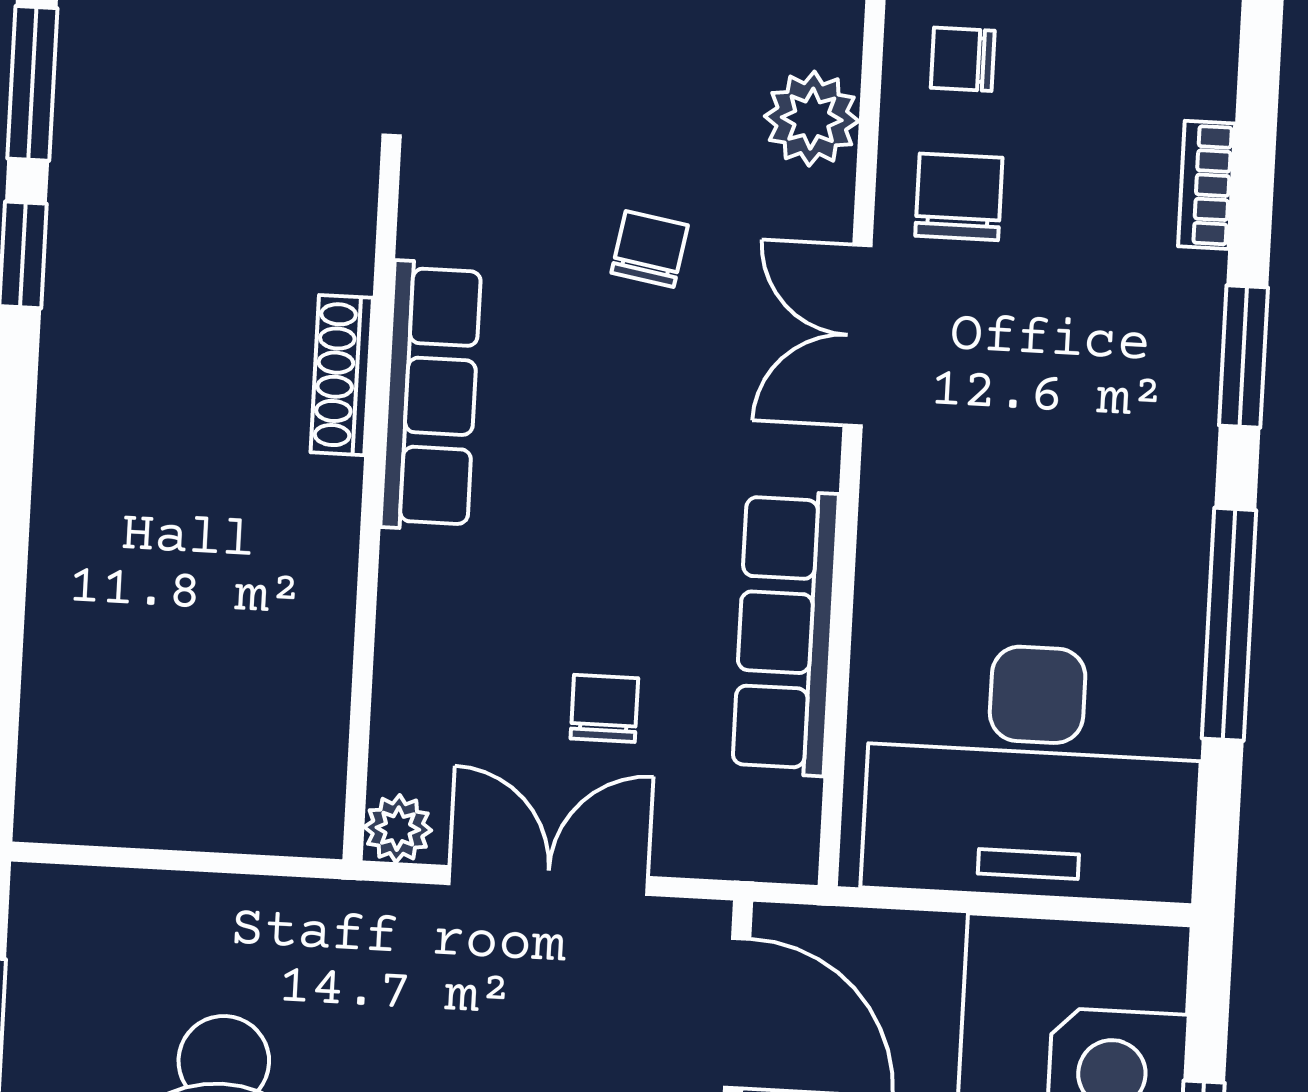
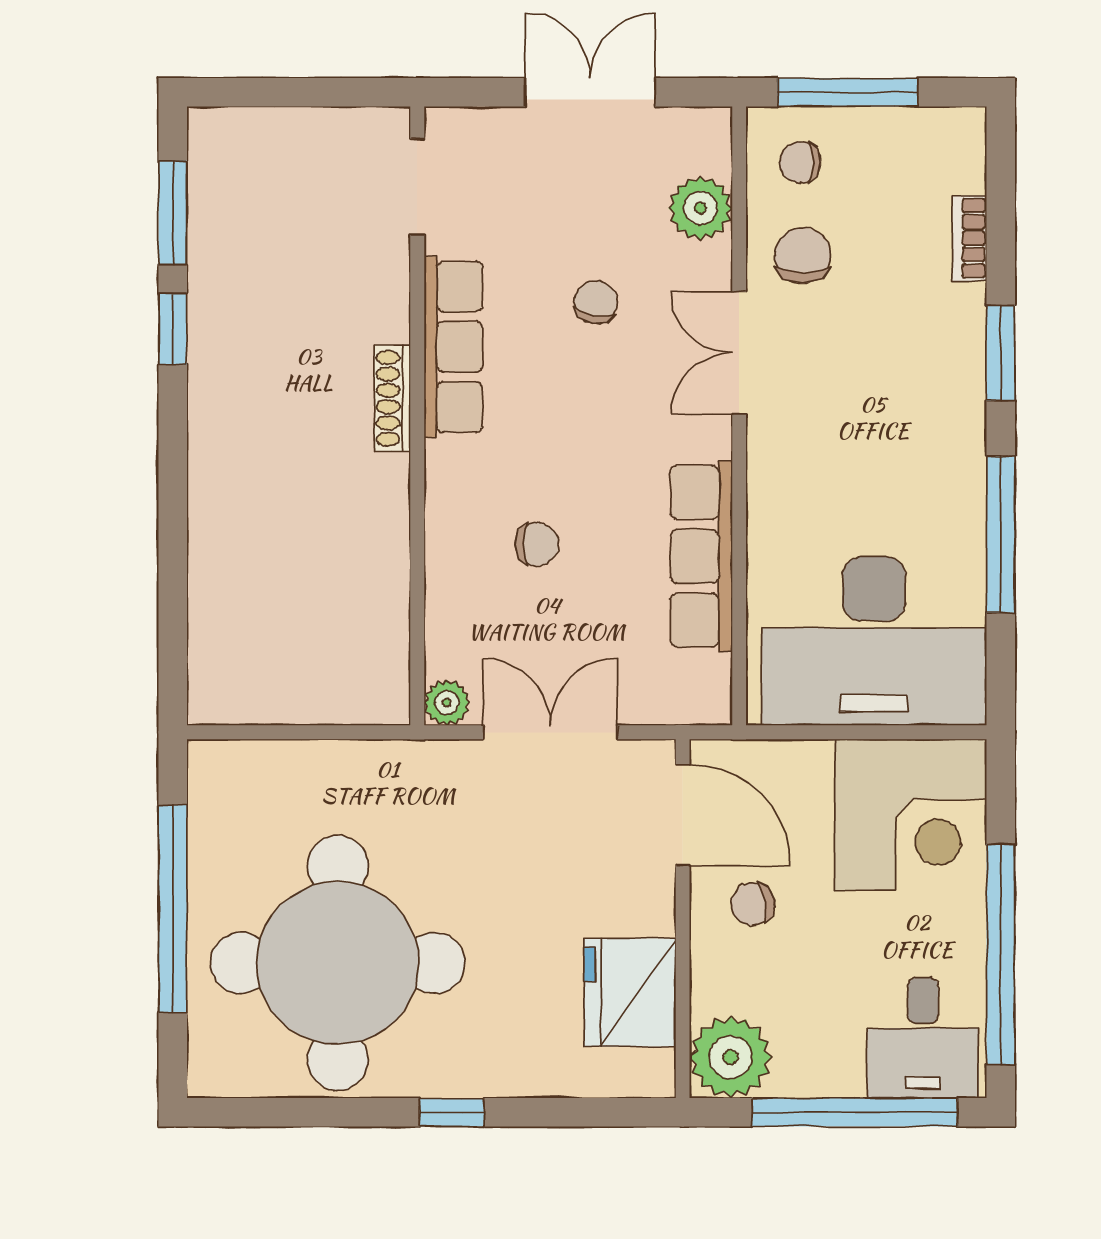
row of seats: (431, 396) -> (453, 347), moved
chair: (604, 708) -> (537, 544), moved, turned 90

